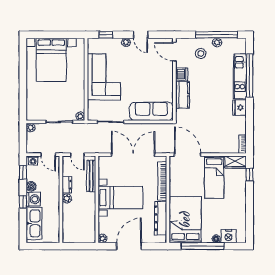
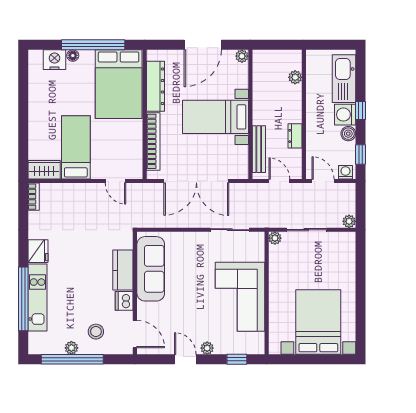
sofa: (151, 111) -> (151, 269), moved, turned -90
door: (188, 155) -> (115, 181), width x0.53
window: (250, 175) -> (23, 151), removed
plant: (67, 198) -> (295, 77), moved

